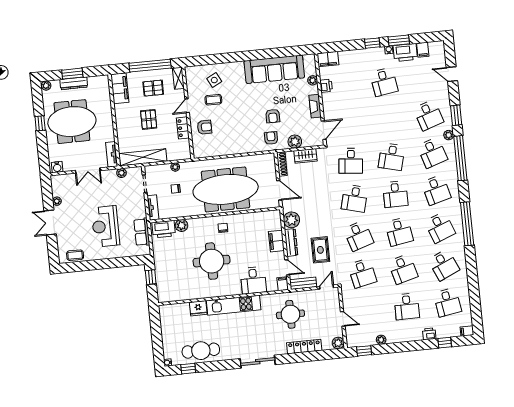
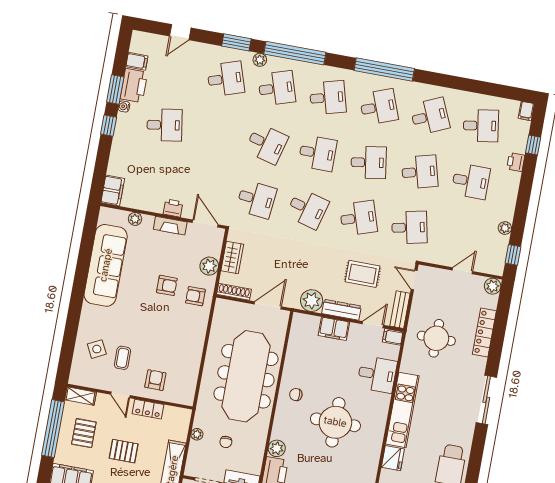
printer: (326, 86) -> (173, 208), moved

